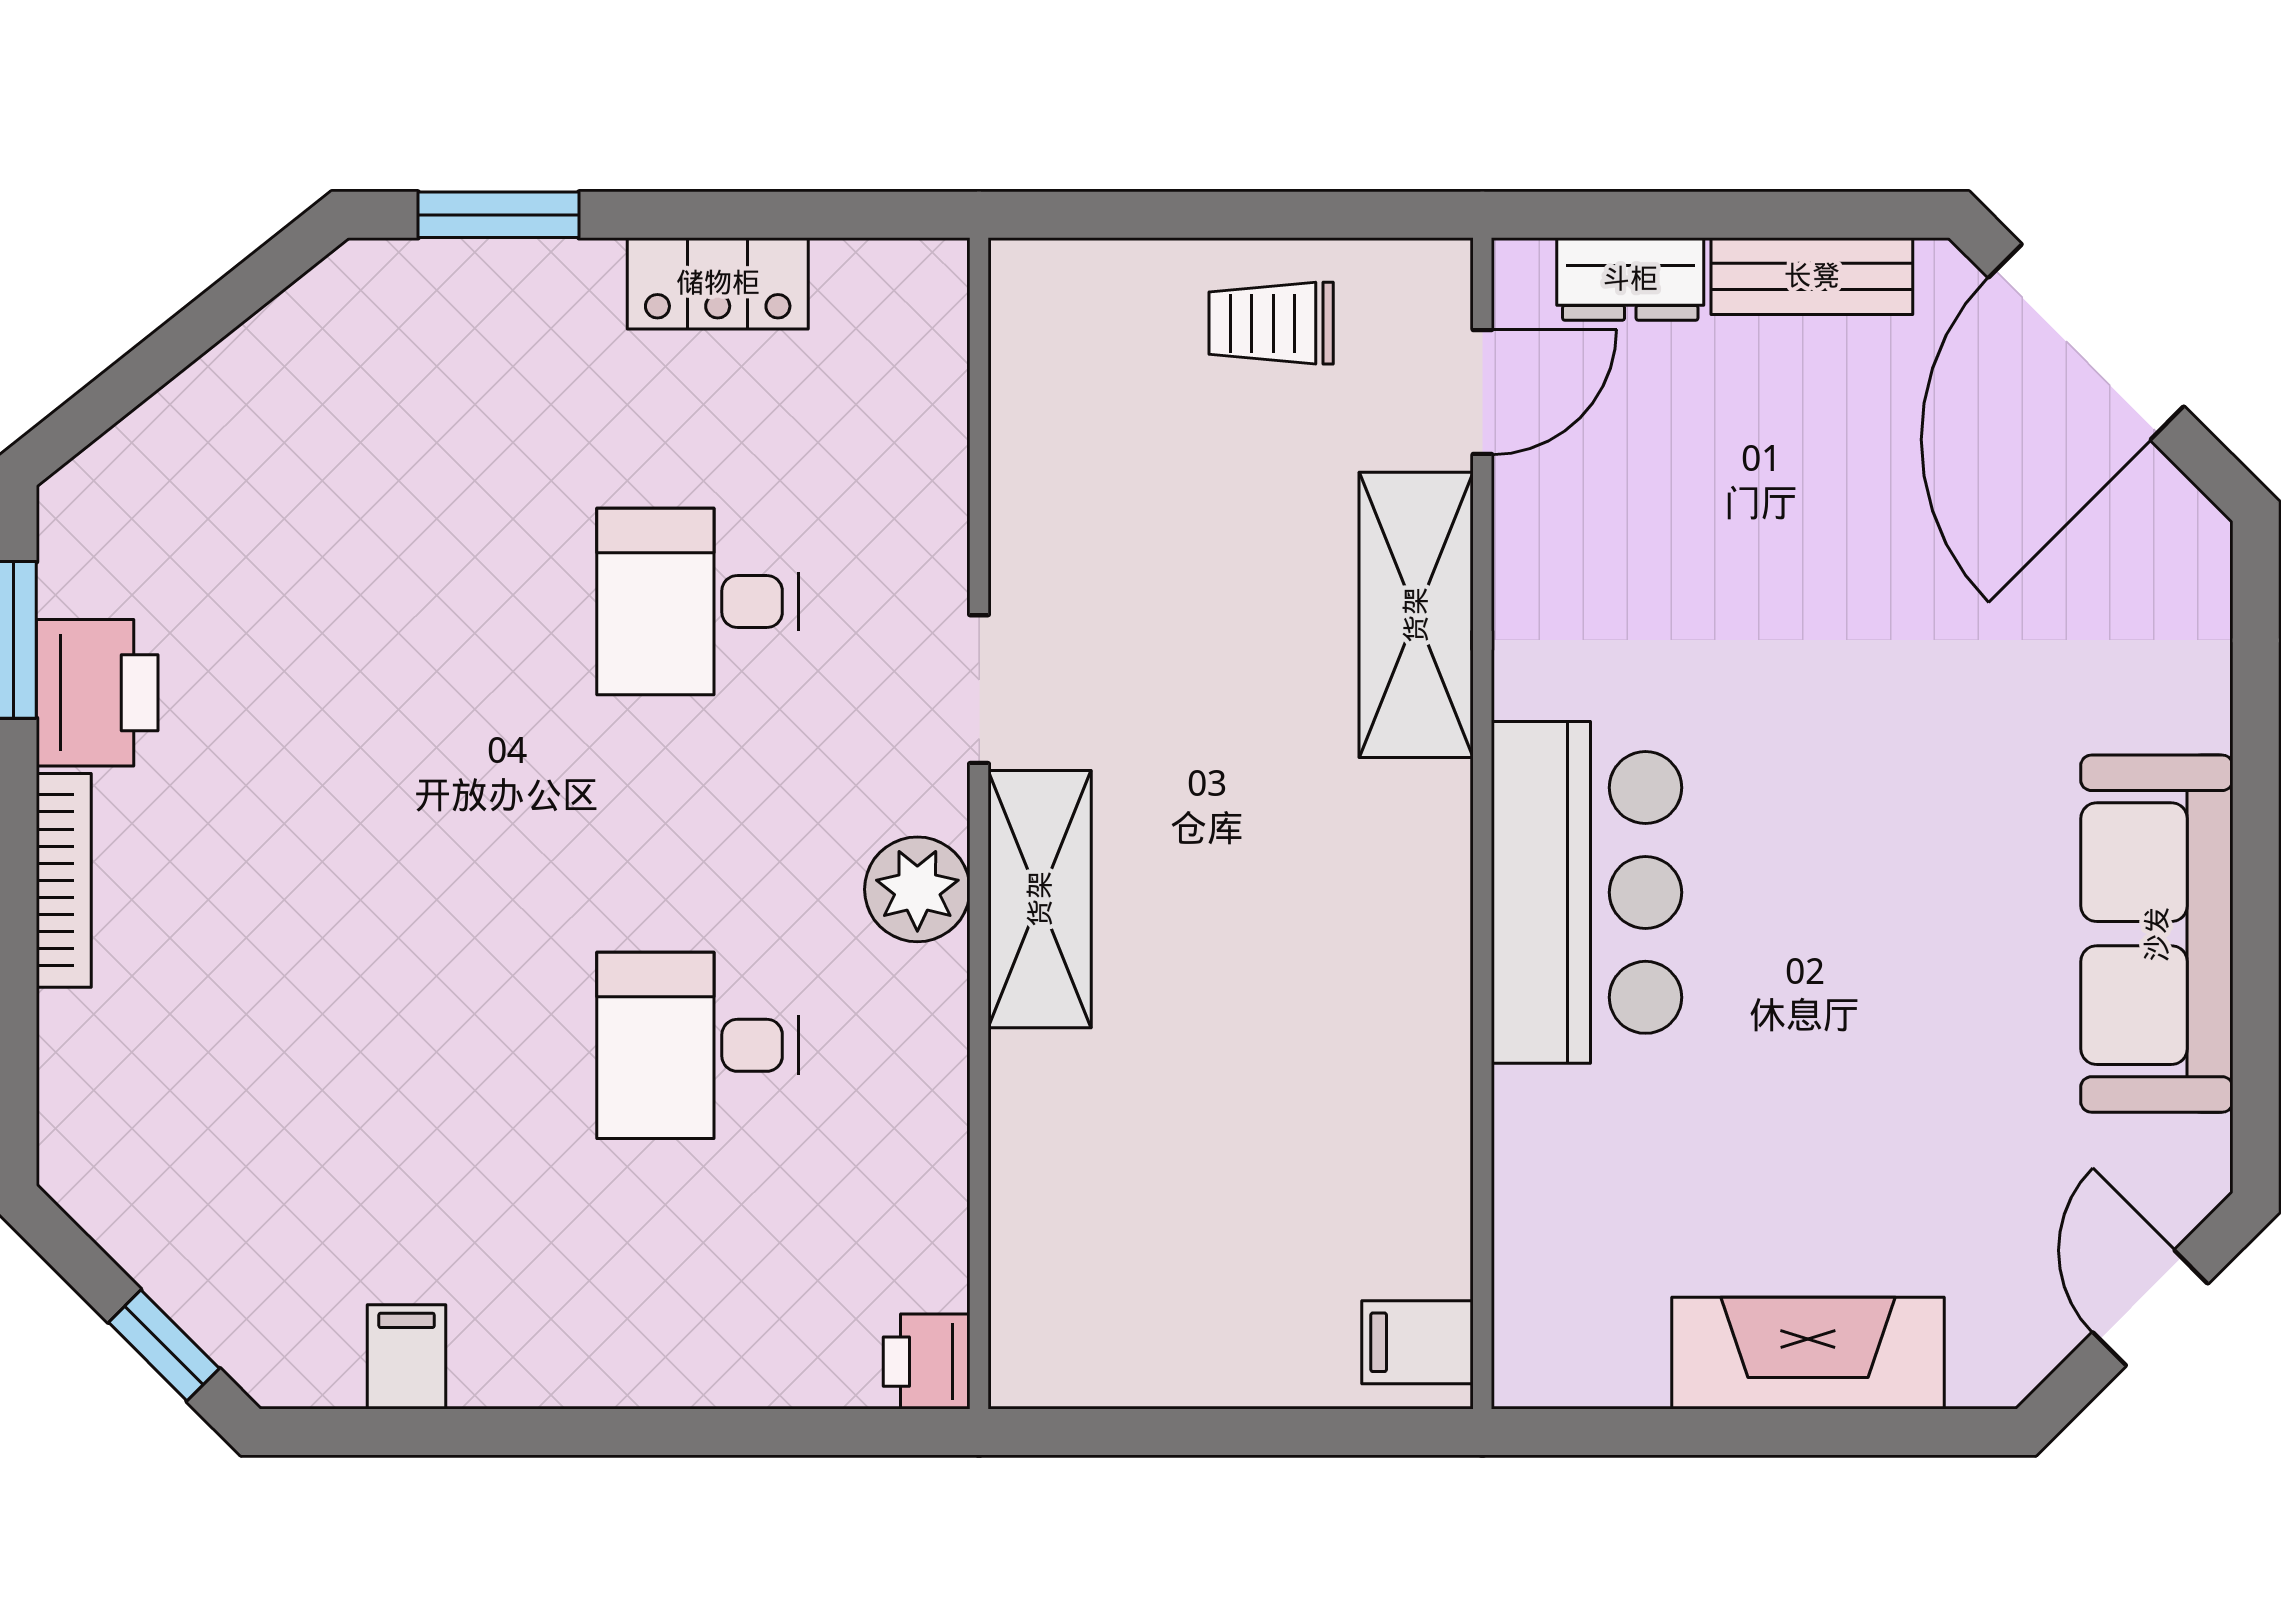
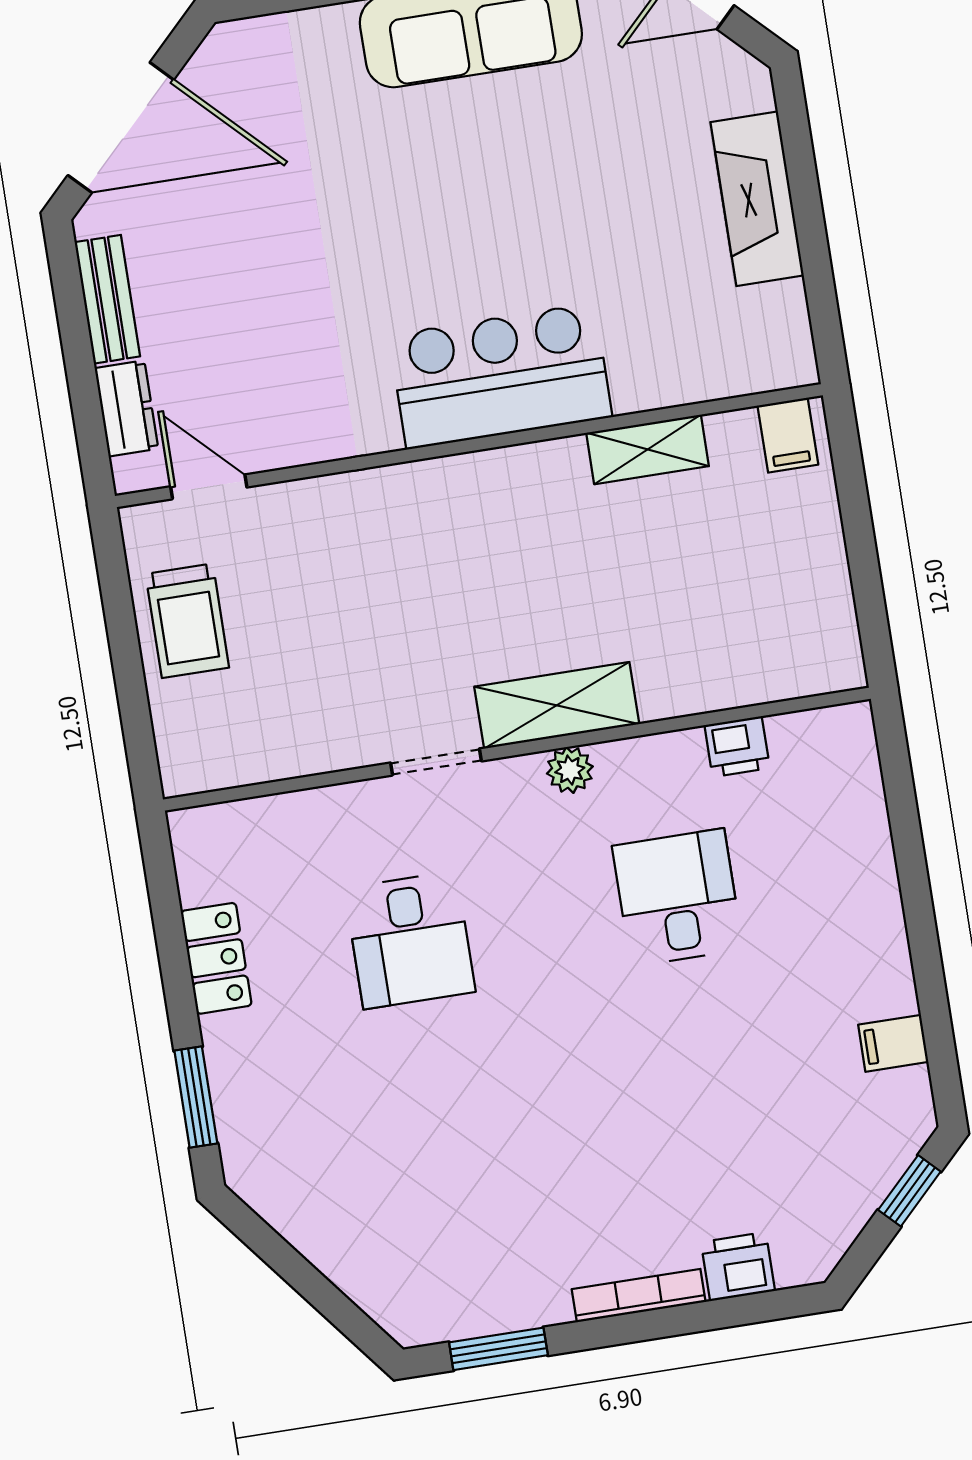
trolley: (1271, 323) -> (187, 621), width x1.36, depth x1.39
shelving: (1416, 615) -> (647, 449), moved, width x0.67, depth x0.75
printer: (97, 693) -> (738, 1266), moved, width x0.73, depth x0.81
plant: (917, 889) -> (570, 770), width x0.73, depth x0.73
desk: (698, 1045) -> (678, 898), turned 180
printer: (927, 1362) -> (737, 747), moved

